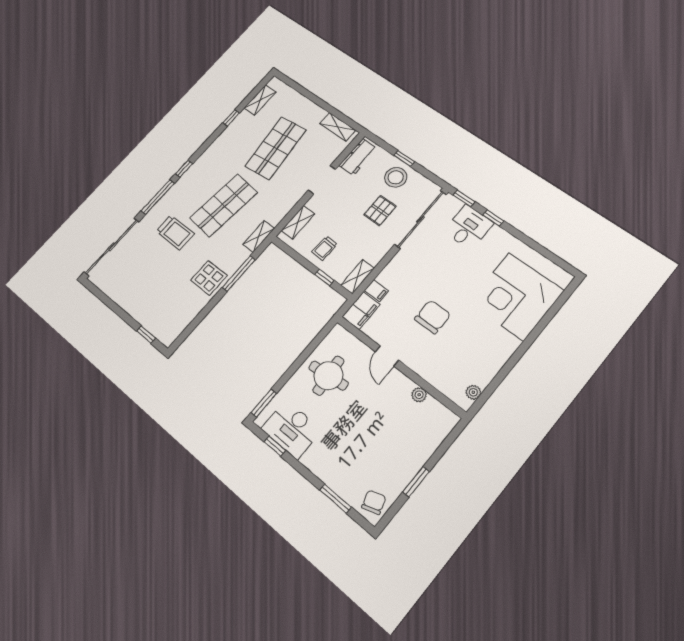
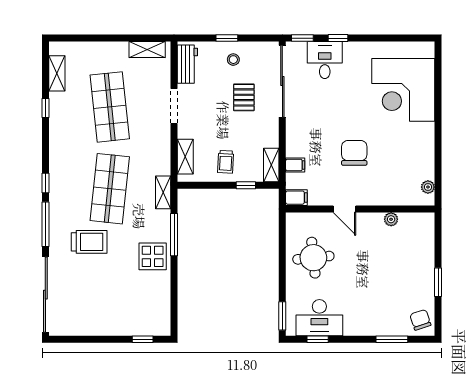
stool: (396, 177) -> (233, 60), width x0.53, depth x0.53
filing cabinet: (361, 311) -> (296, 198), width x0.50

